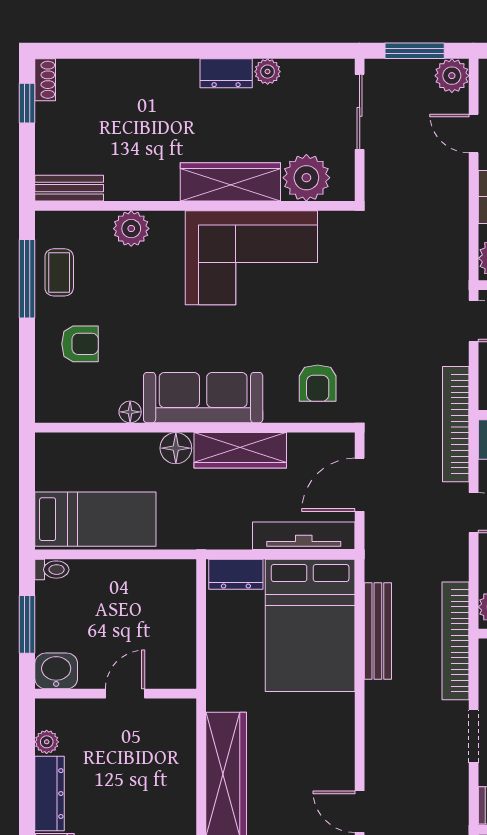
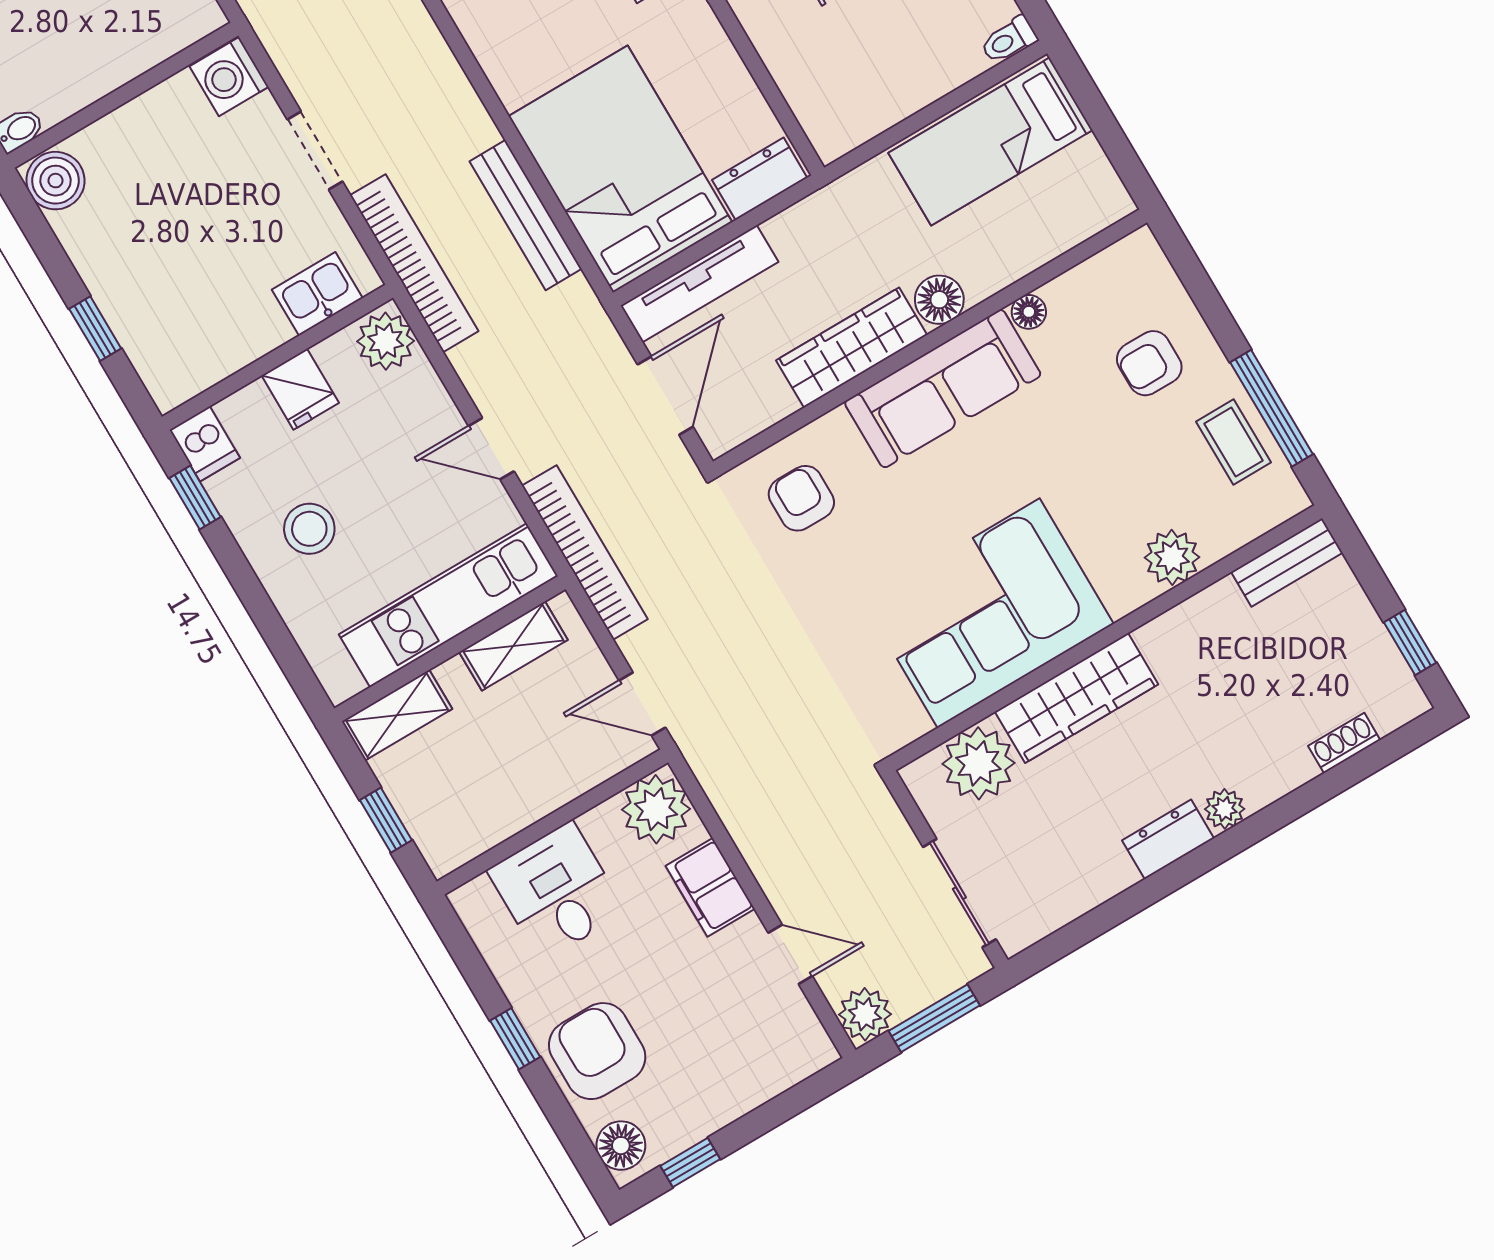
plant: (268, 72) -> (1225, 809), moved
shoe rack: (45, 80) -> (1344, 743), moved, turned 90

